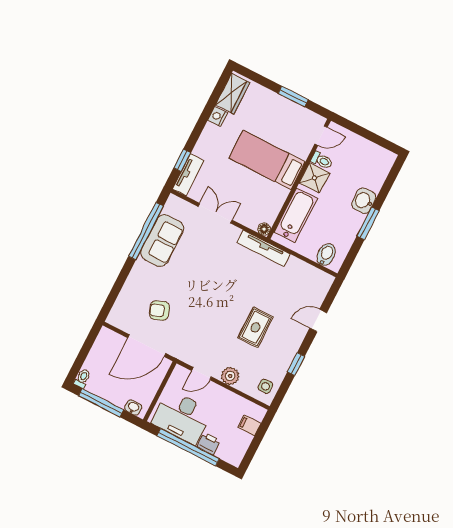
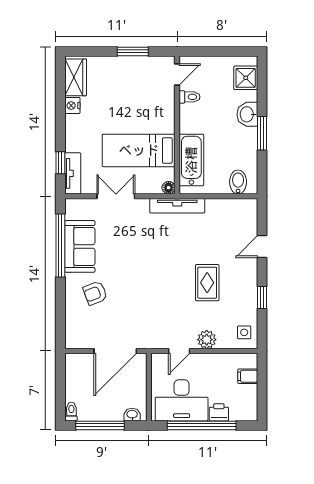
bed: (267, 160) -> (139, 150), moved
shower: (315, 178) -> (246, 78), moved
armchair: (159, 311) -> (95, 293), moved

